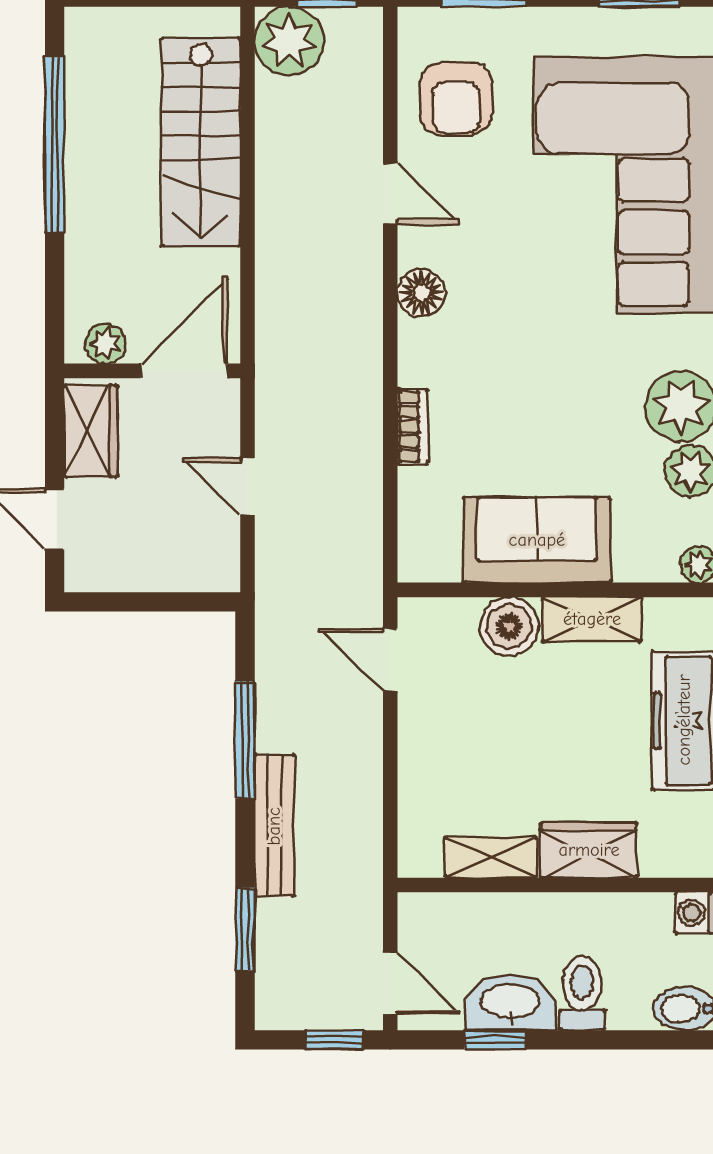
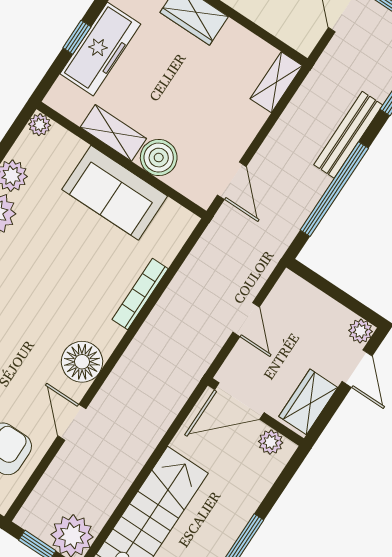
floor lamp: (421, 293) -> (82, 362), width x1.38, depth x1.38
bookcase: (413, 426) -> (140, 294), width x1.56
plant: (84, 573) -> (361, 331), added
window: (245, 740) -> (334, 189), width x1.46
shelving: (491, 857) -> (276, 82), moved, turned 90

